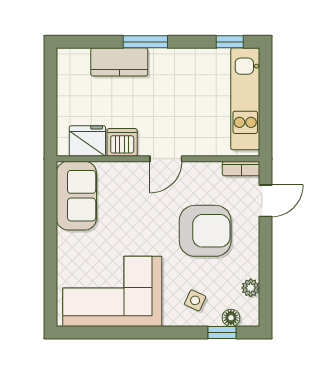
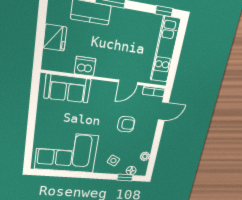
fridge: (87, 141) -> (55, 38), moved, turned 90
door: (166, 159) -> (128, 82), moved
sofa: (76, 196) -> (67, 89), moved, turned 90
armchair: (205, 231) -> (126, 124), width x0.53, depth x0.53

